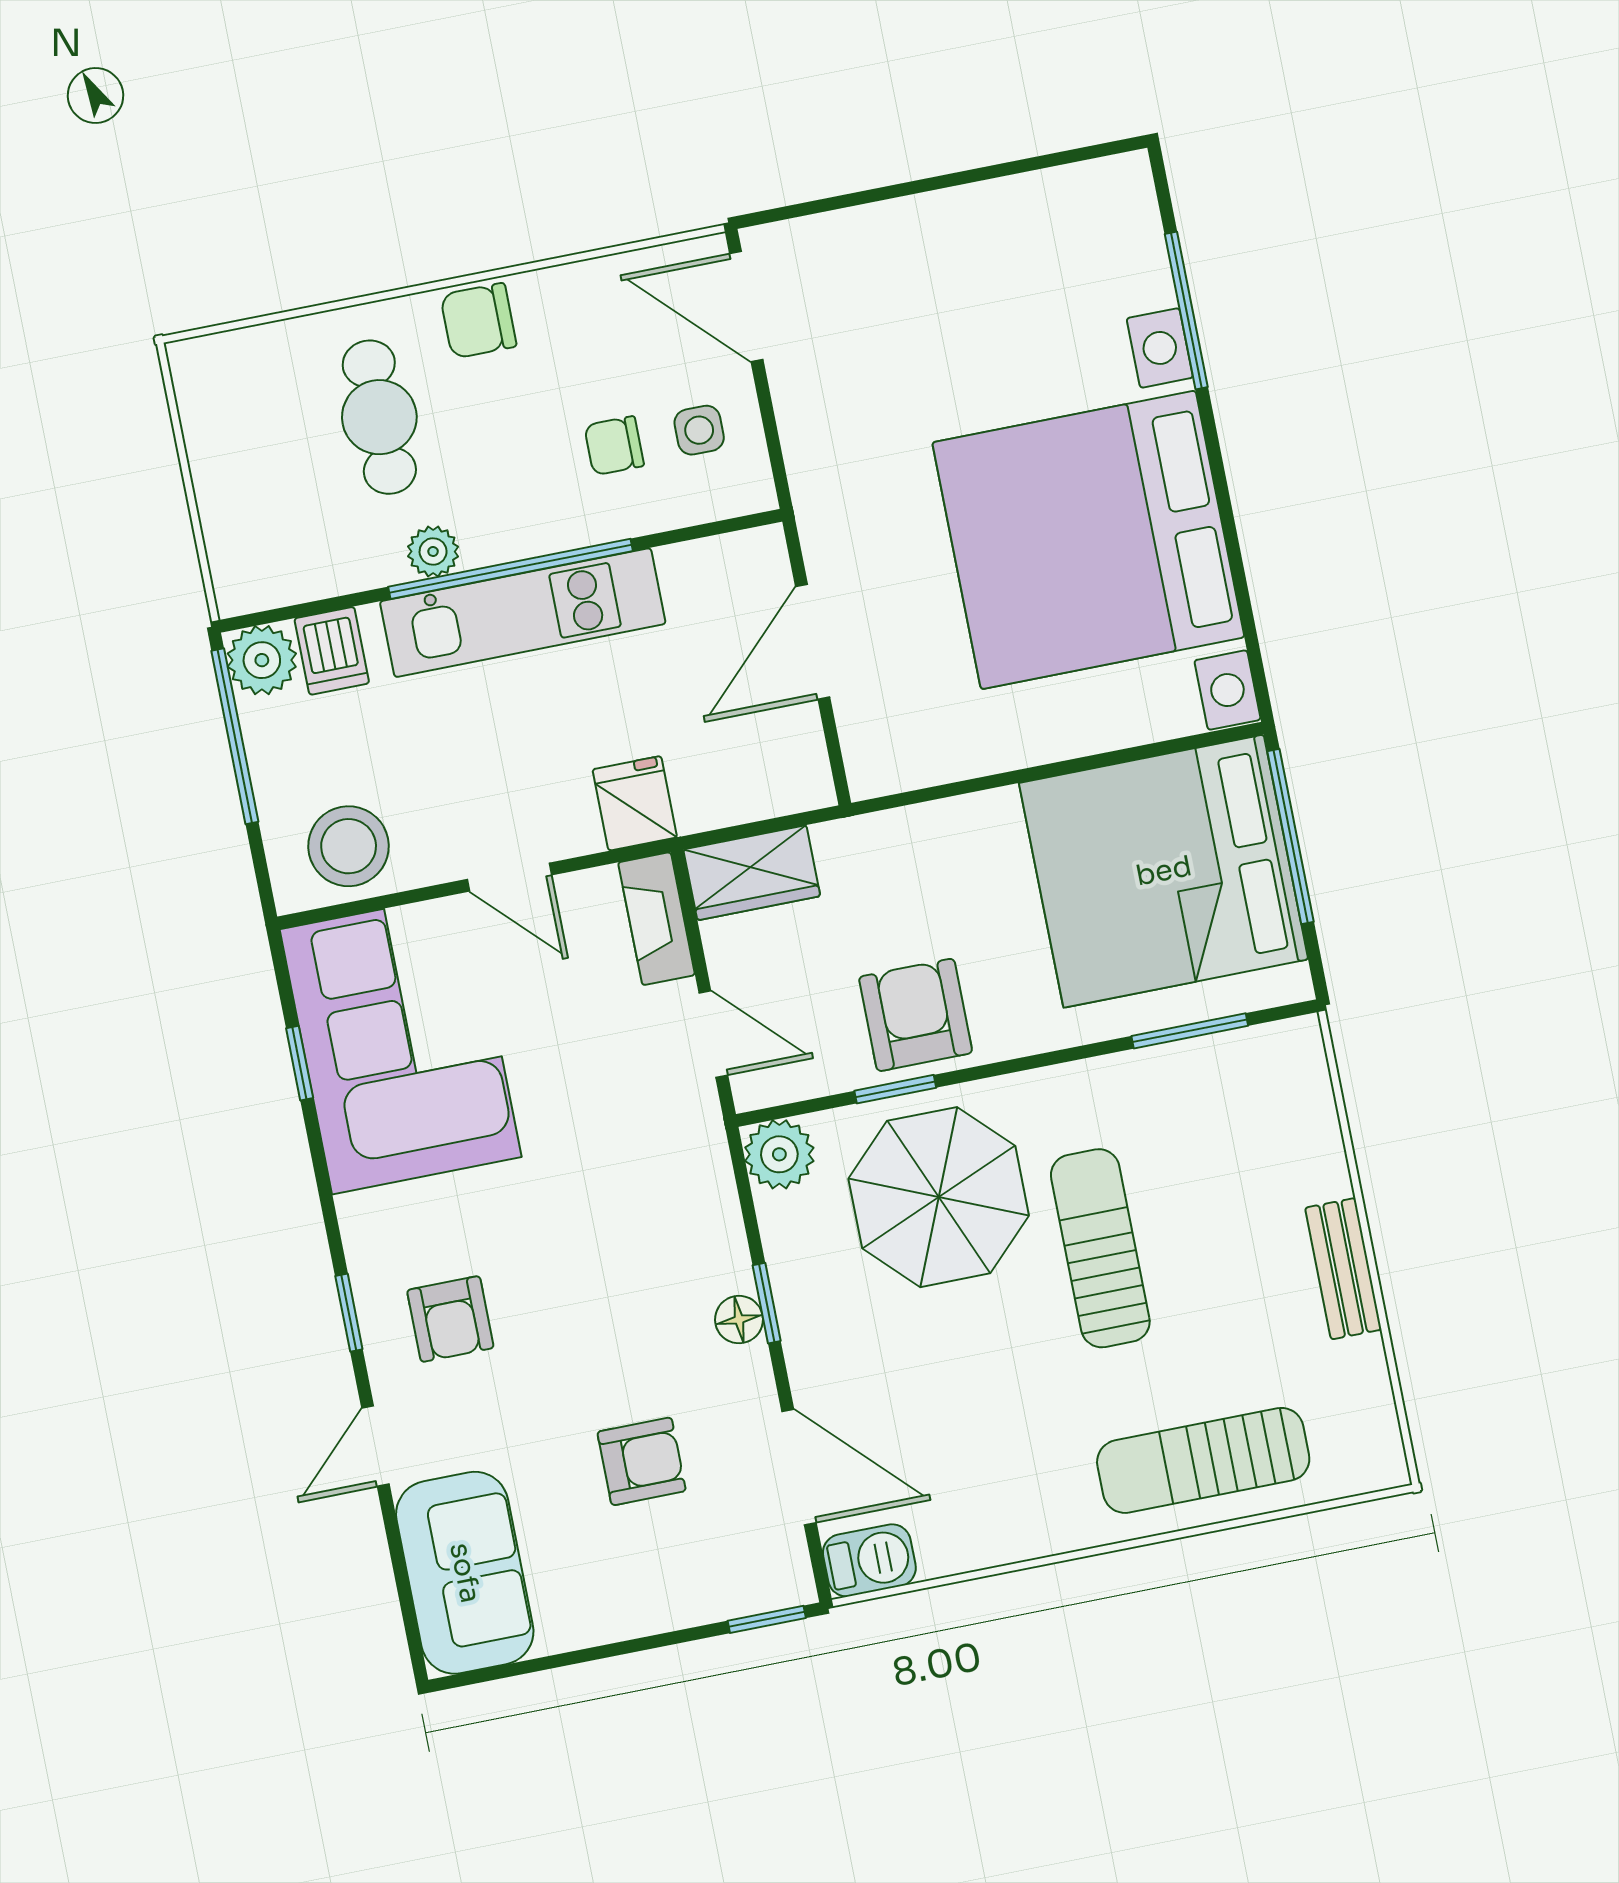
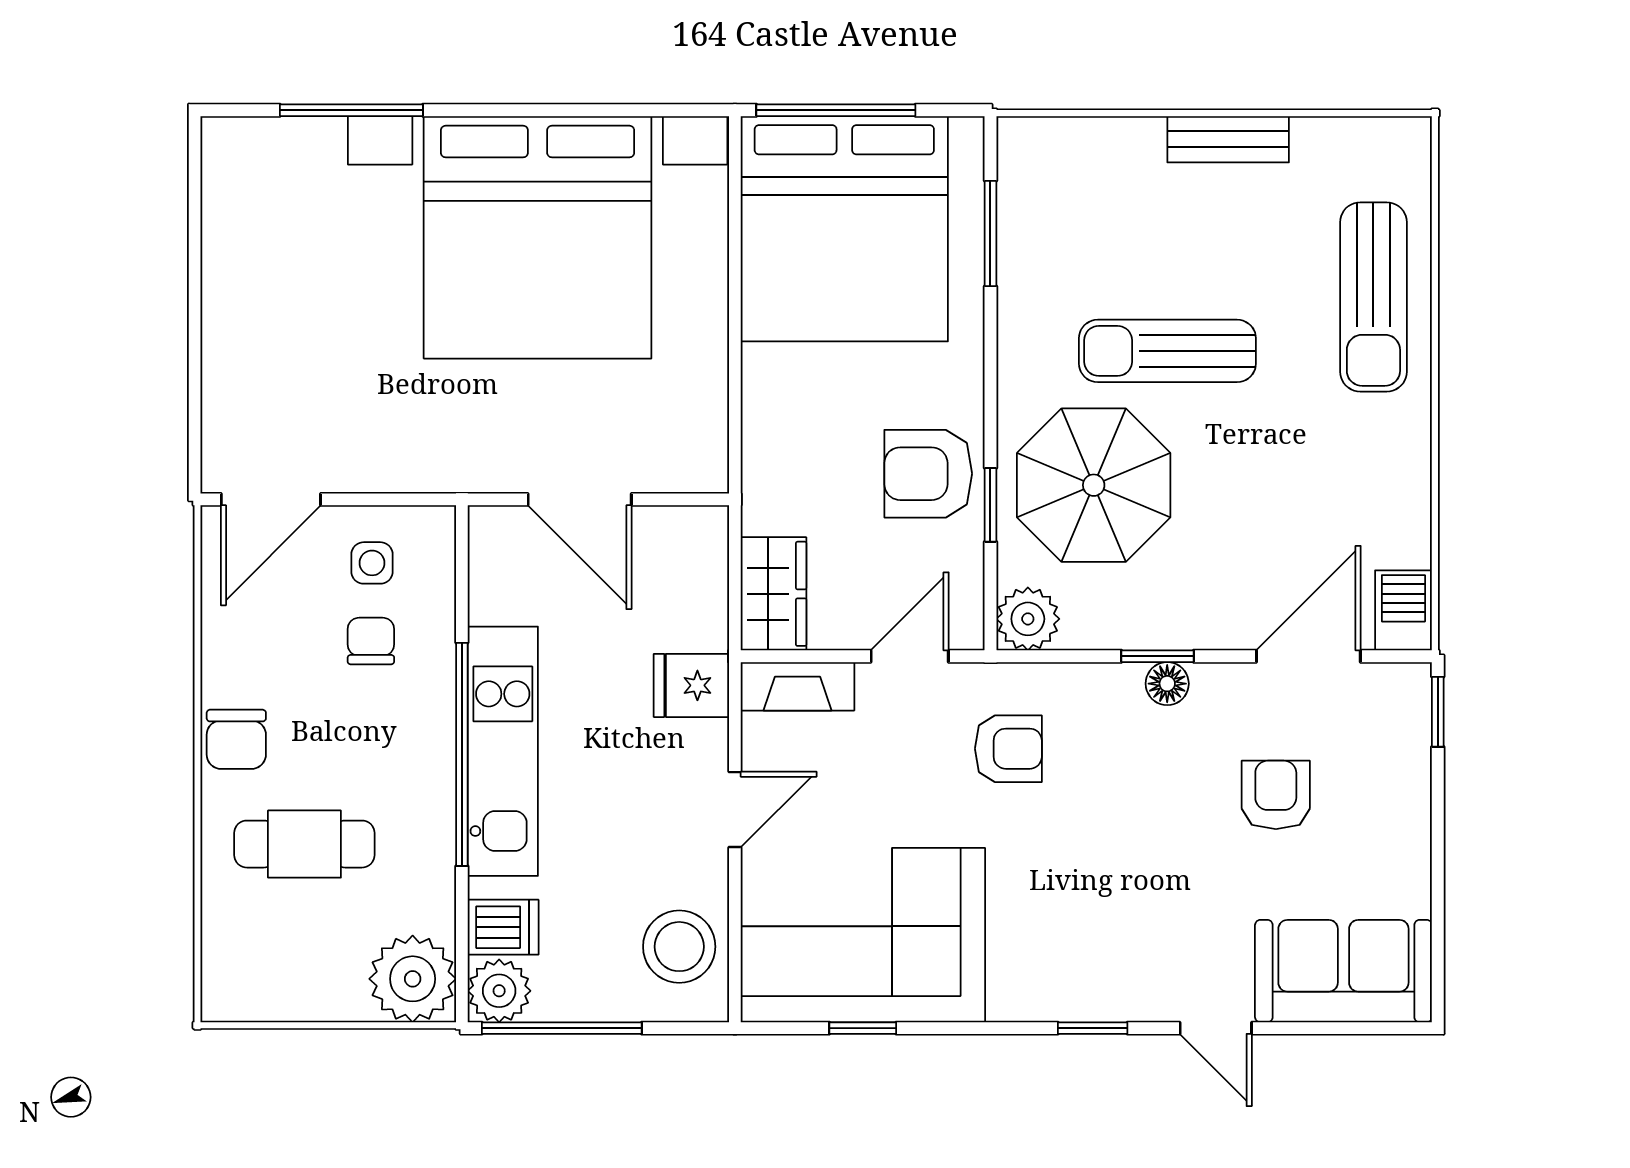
chair: (614, 446) -> (371, 641), turned 180
plant: (433, 551) -> (413, 979), moved, width x1.88, depth x1.88
armchair: (450, 1319) -> (1008, 749), moved

